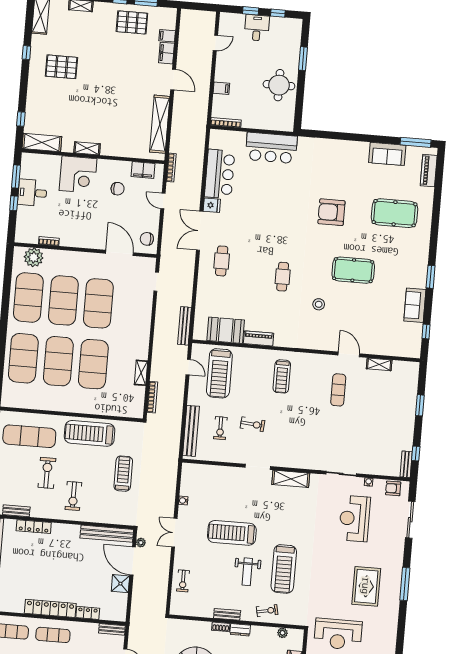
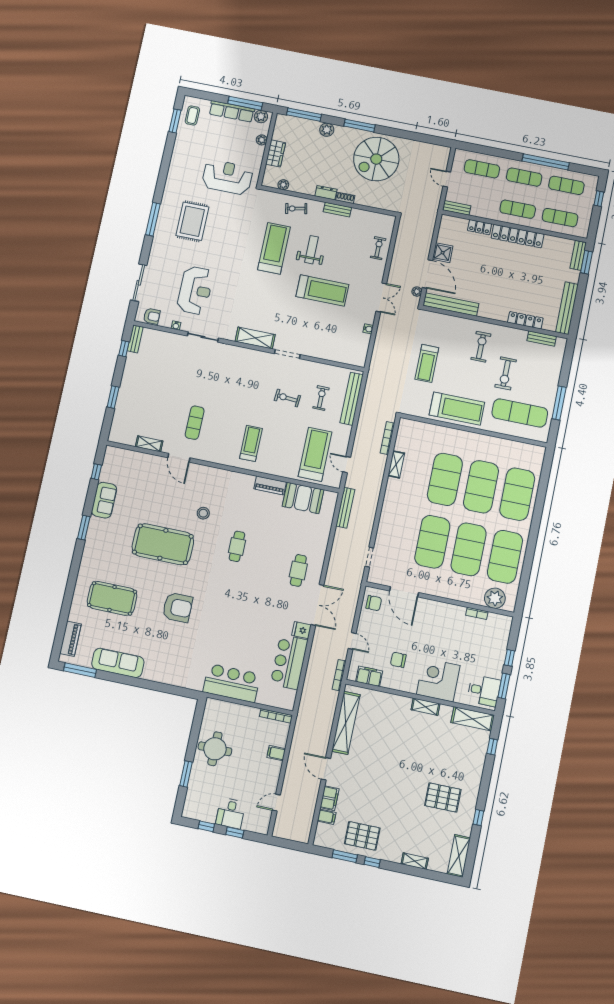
sofa: (387, 154) -> (118, 663), width x1.36
desk: (32, 193) -> (484, 691), moved
pool table: (353, 270) -> (163, 544), width x1.36, depth x1.32

